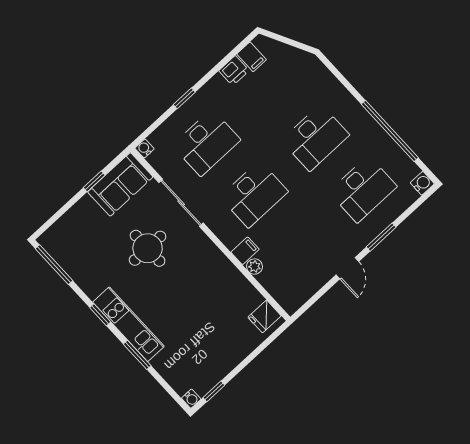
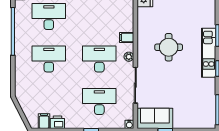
round table: (148, 248) -> (169, 47), moved
plant: (254, 267) -> (129, 57), moved

